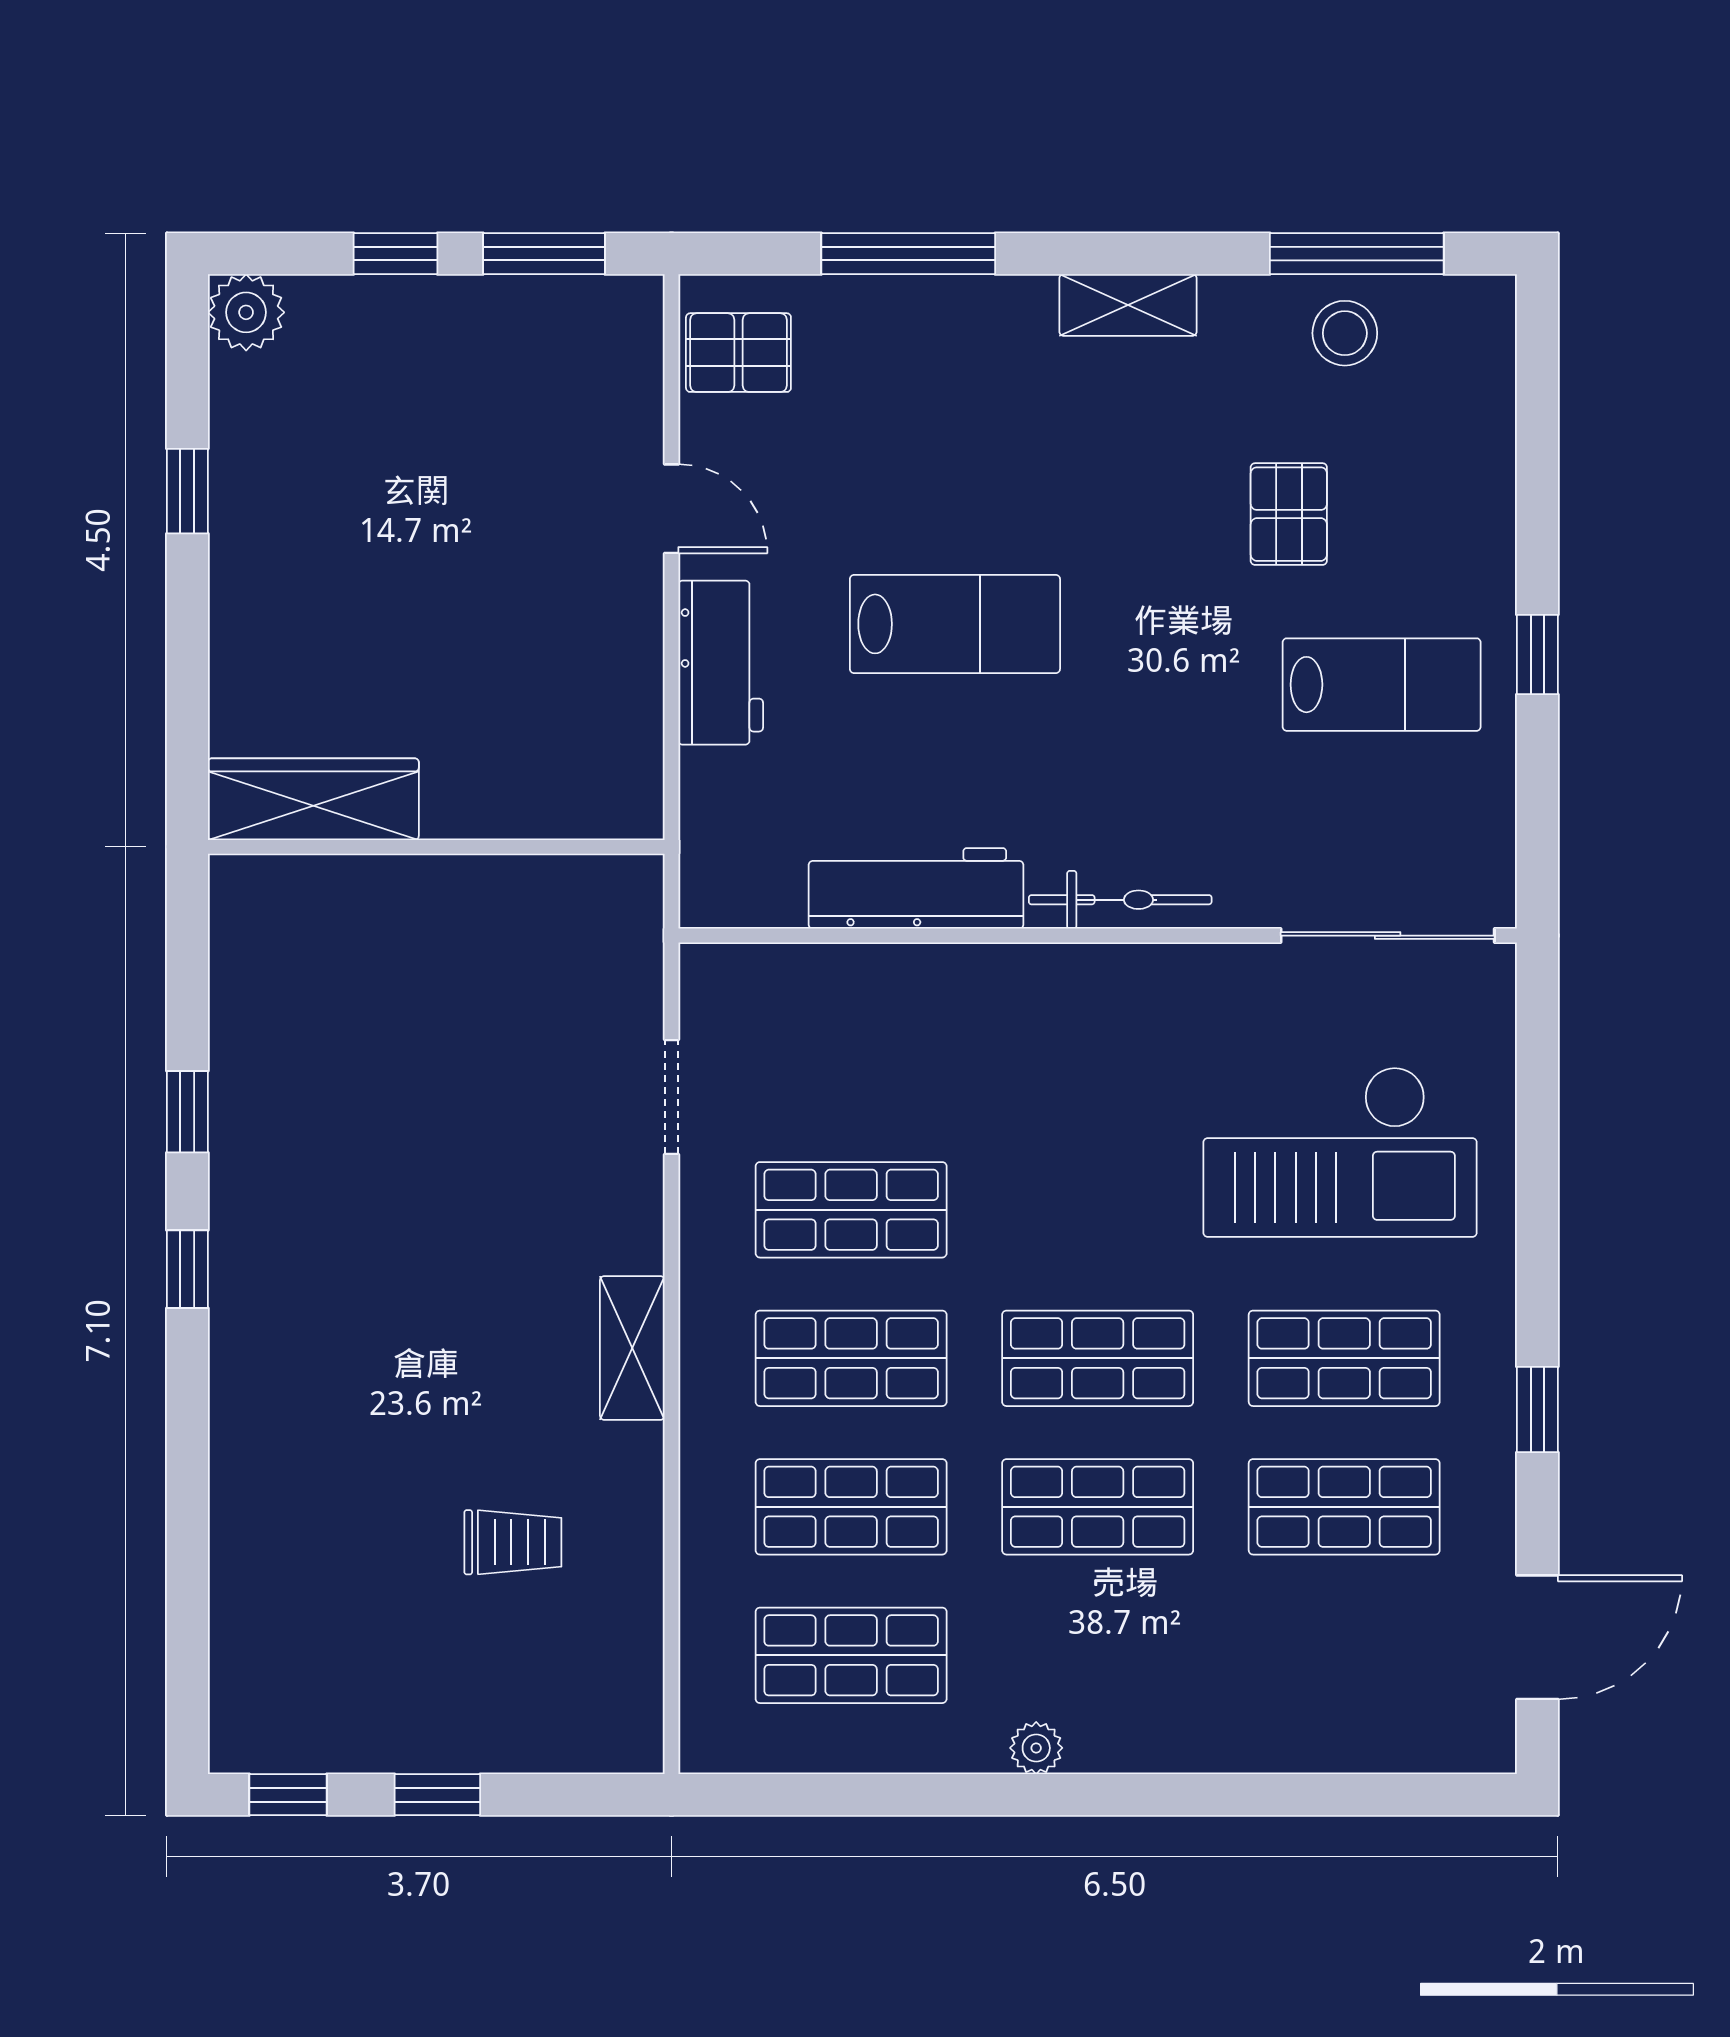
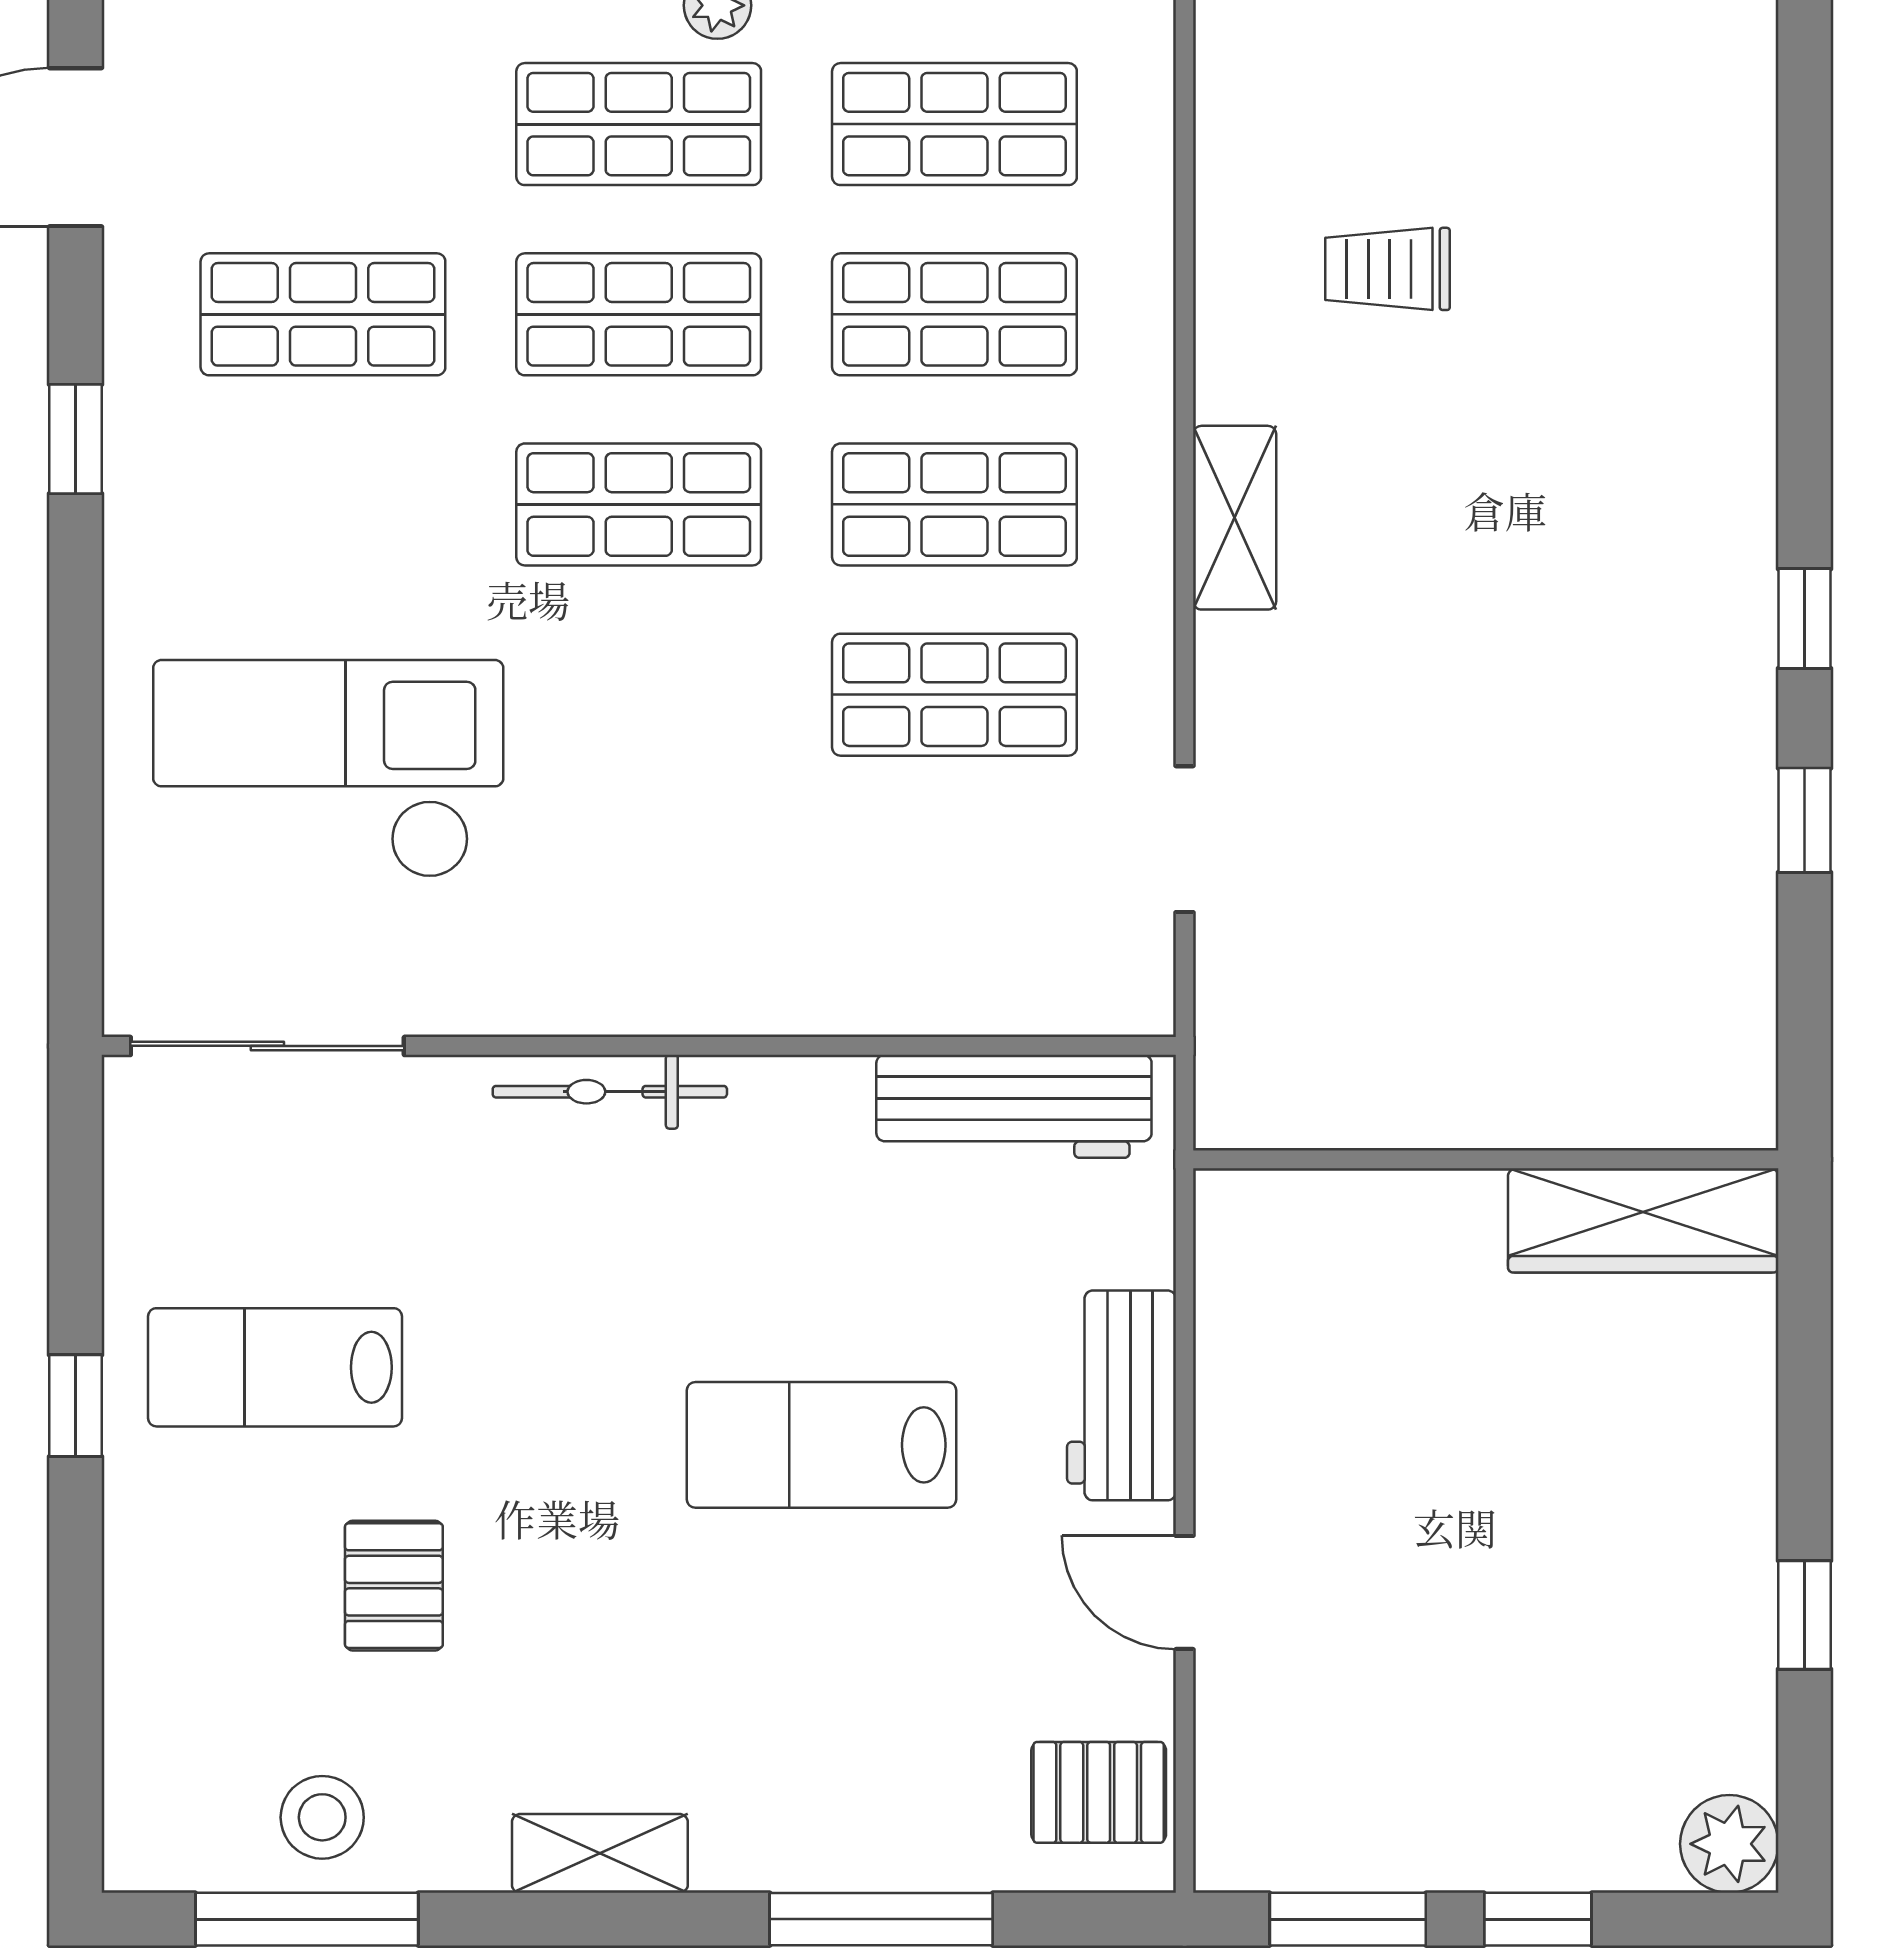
workbench: (916, 888) -> (1014, 1106), moved
shop shelf: (1344, 1358) -> (639, 124), moved

